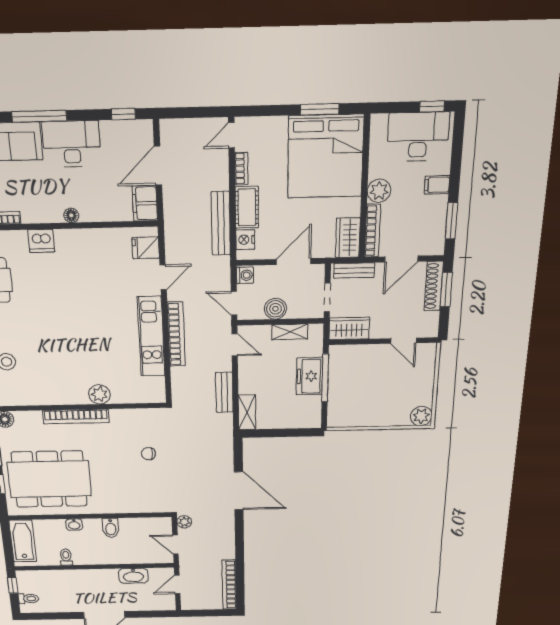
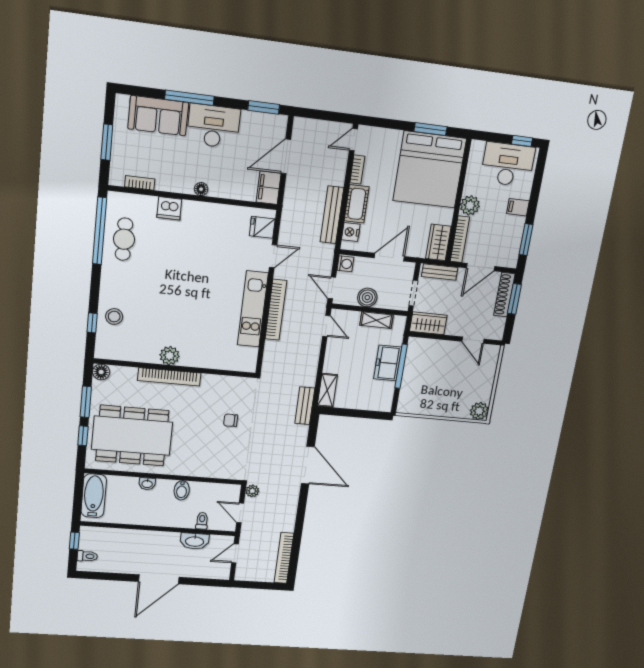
window: (123, 114) -> (264, 107), width x1.50
bench: (224, 392) -> (305, 406), moved
plant: (99, 394) -> (170, 356), moved
toilet: (66, 557) -> (202, 521), moved

